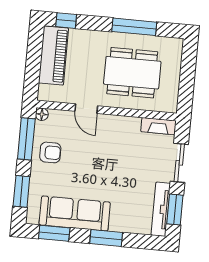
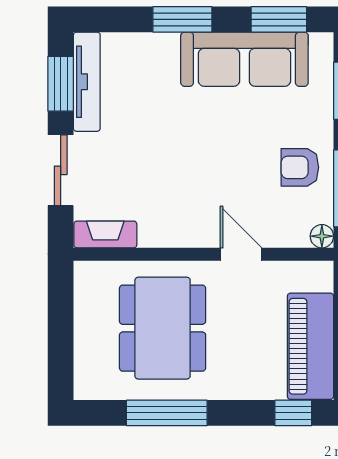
dining table: (132, 73) -> (163, 328), turned 90

